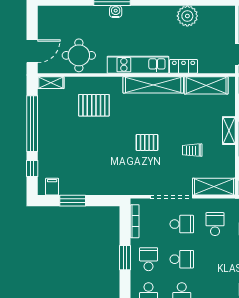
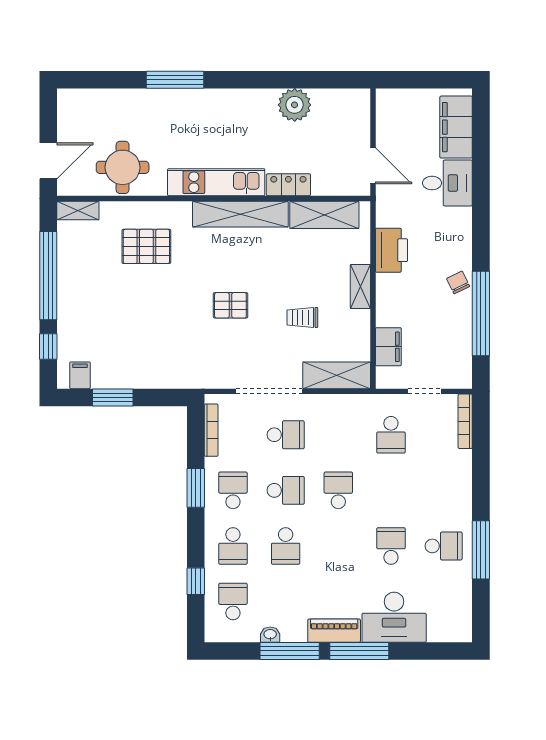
water cooler: (116, 12) -> (181, 98), removed
school desk: (215, 224) -> (338, 490), moved

